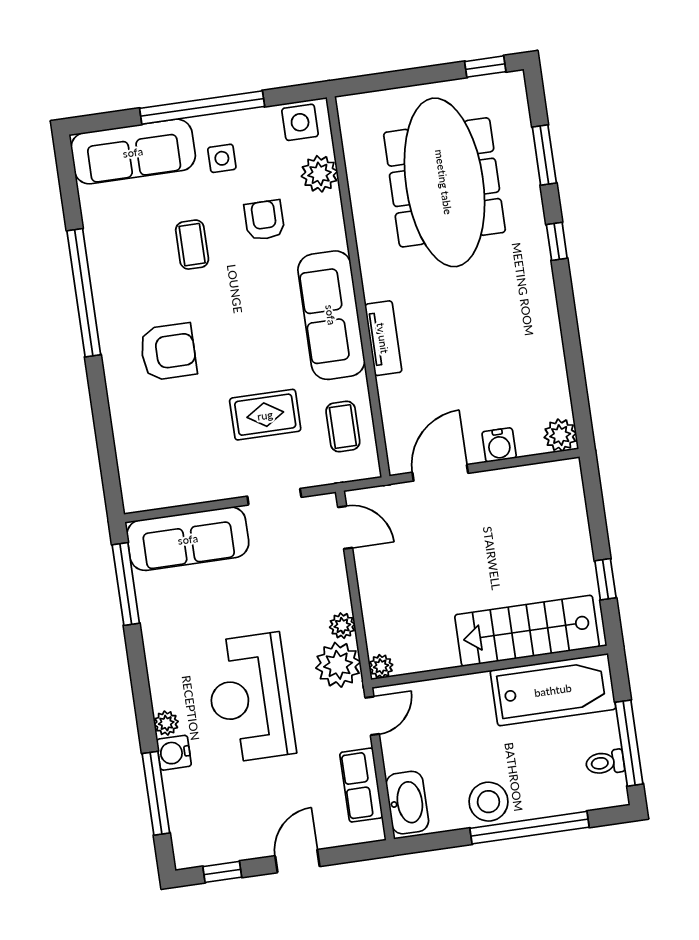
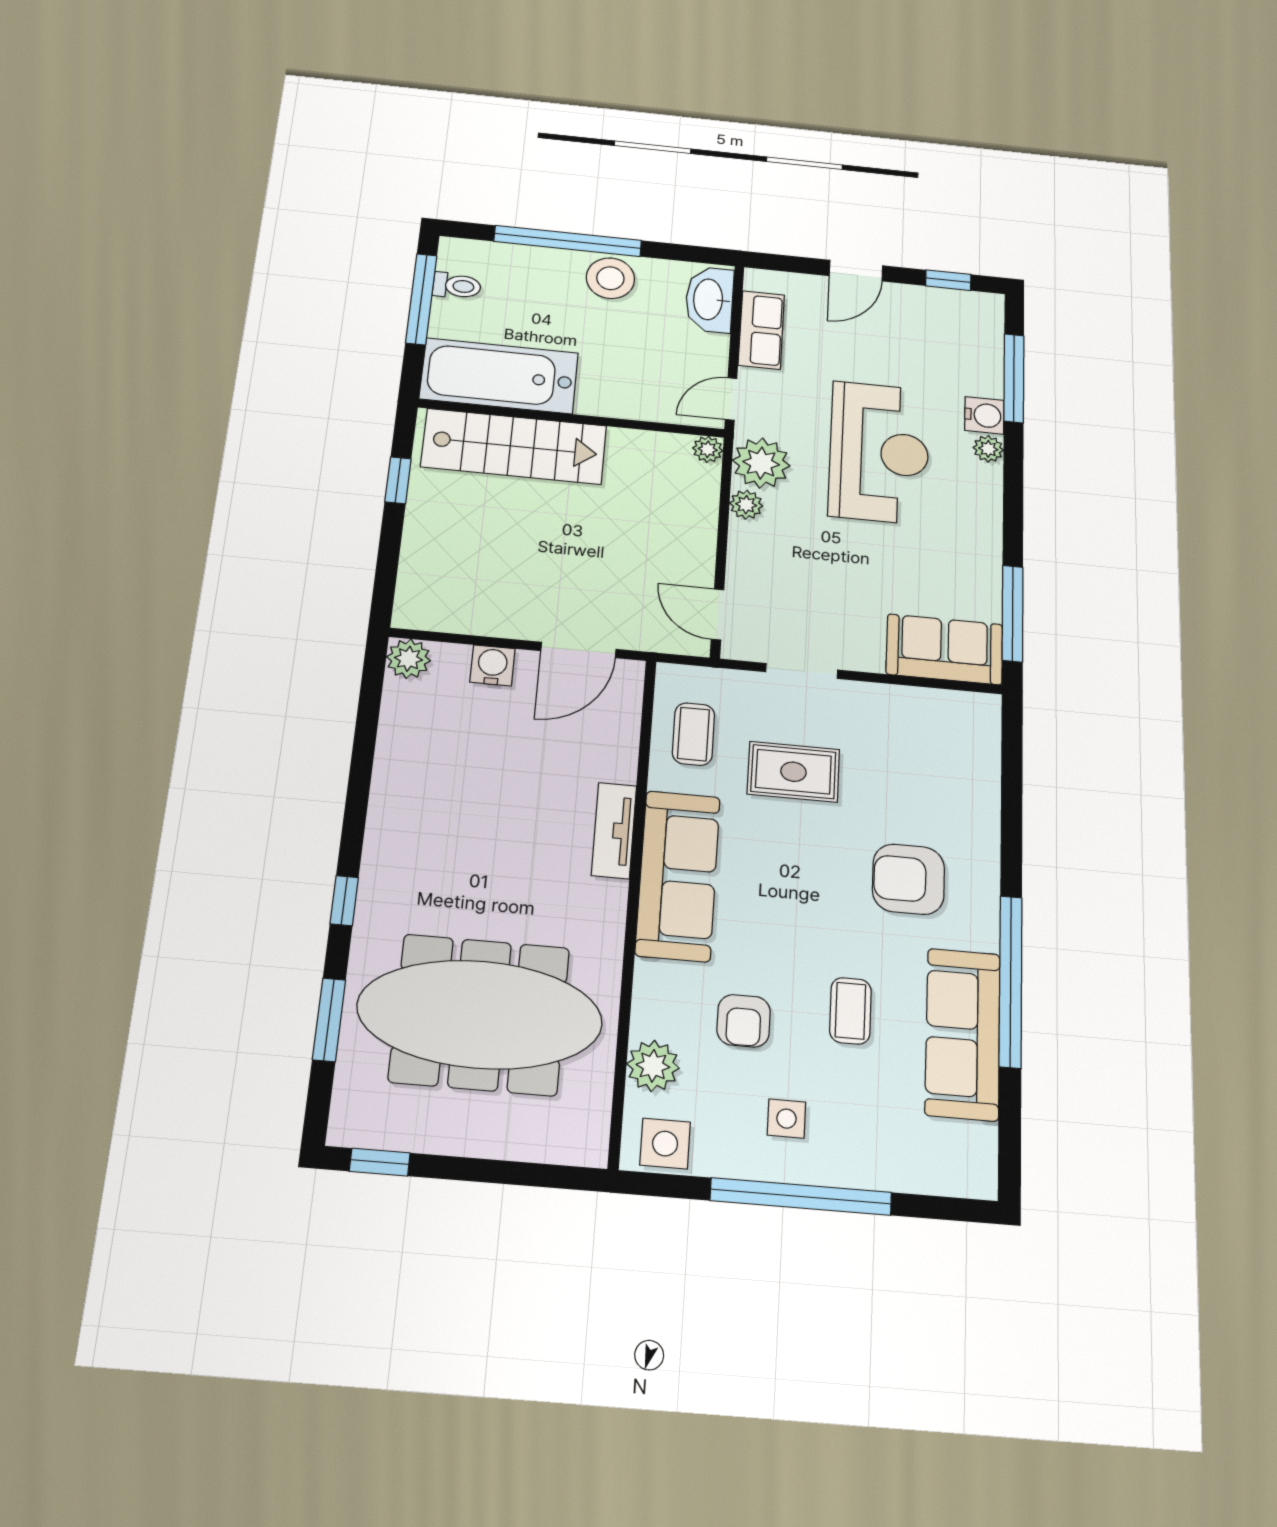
sofa: (133, 152) -> (963, 1034), moved, turned -90
meeting table: (444, 182) -> (480, 1014), turned 90
sofa: (188, 539) -> (944, 649), width x0.73

